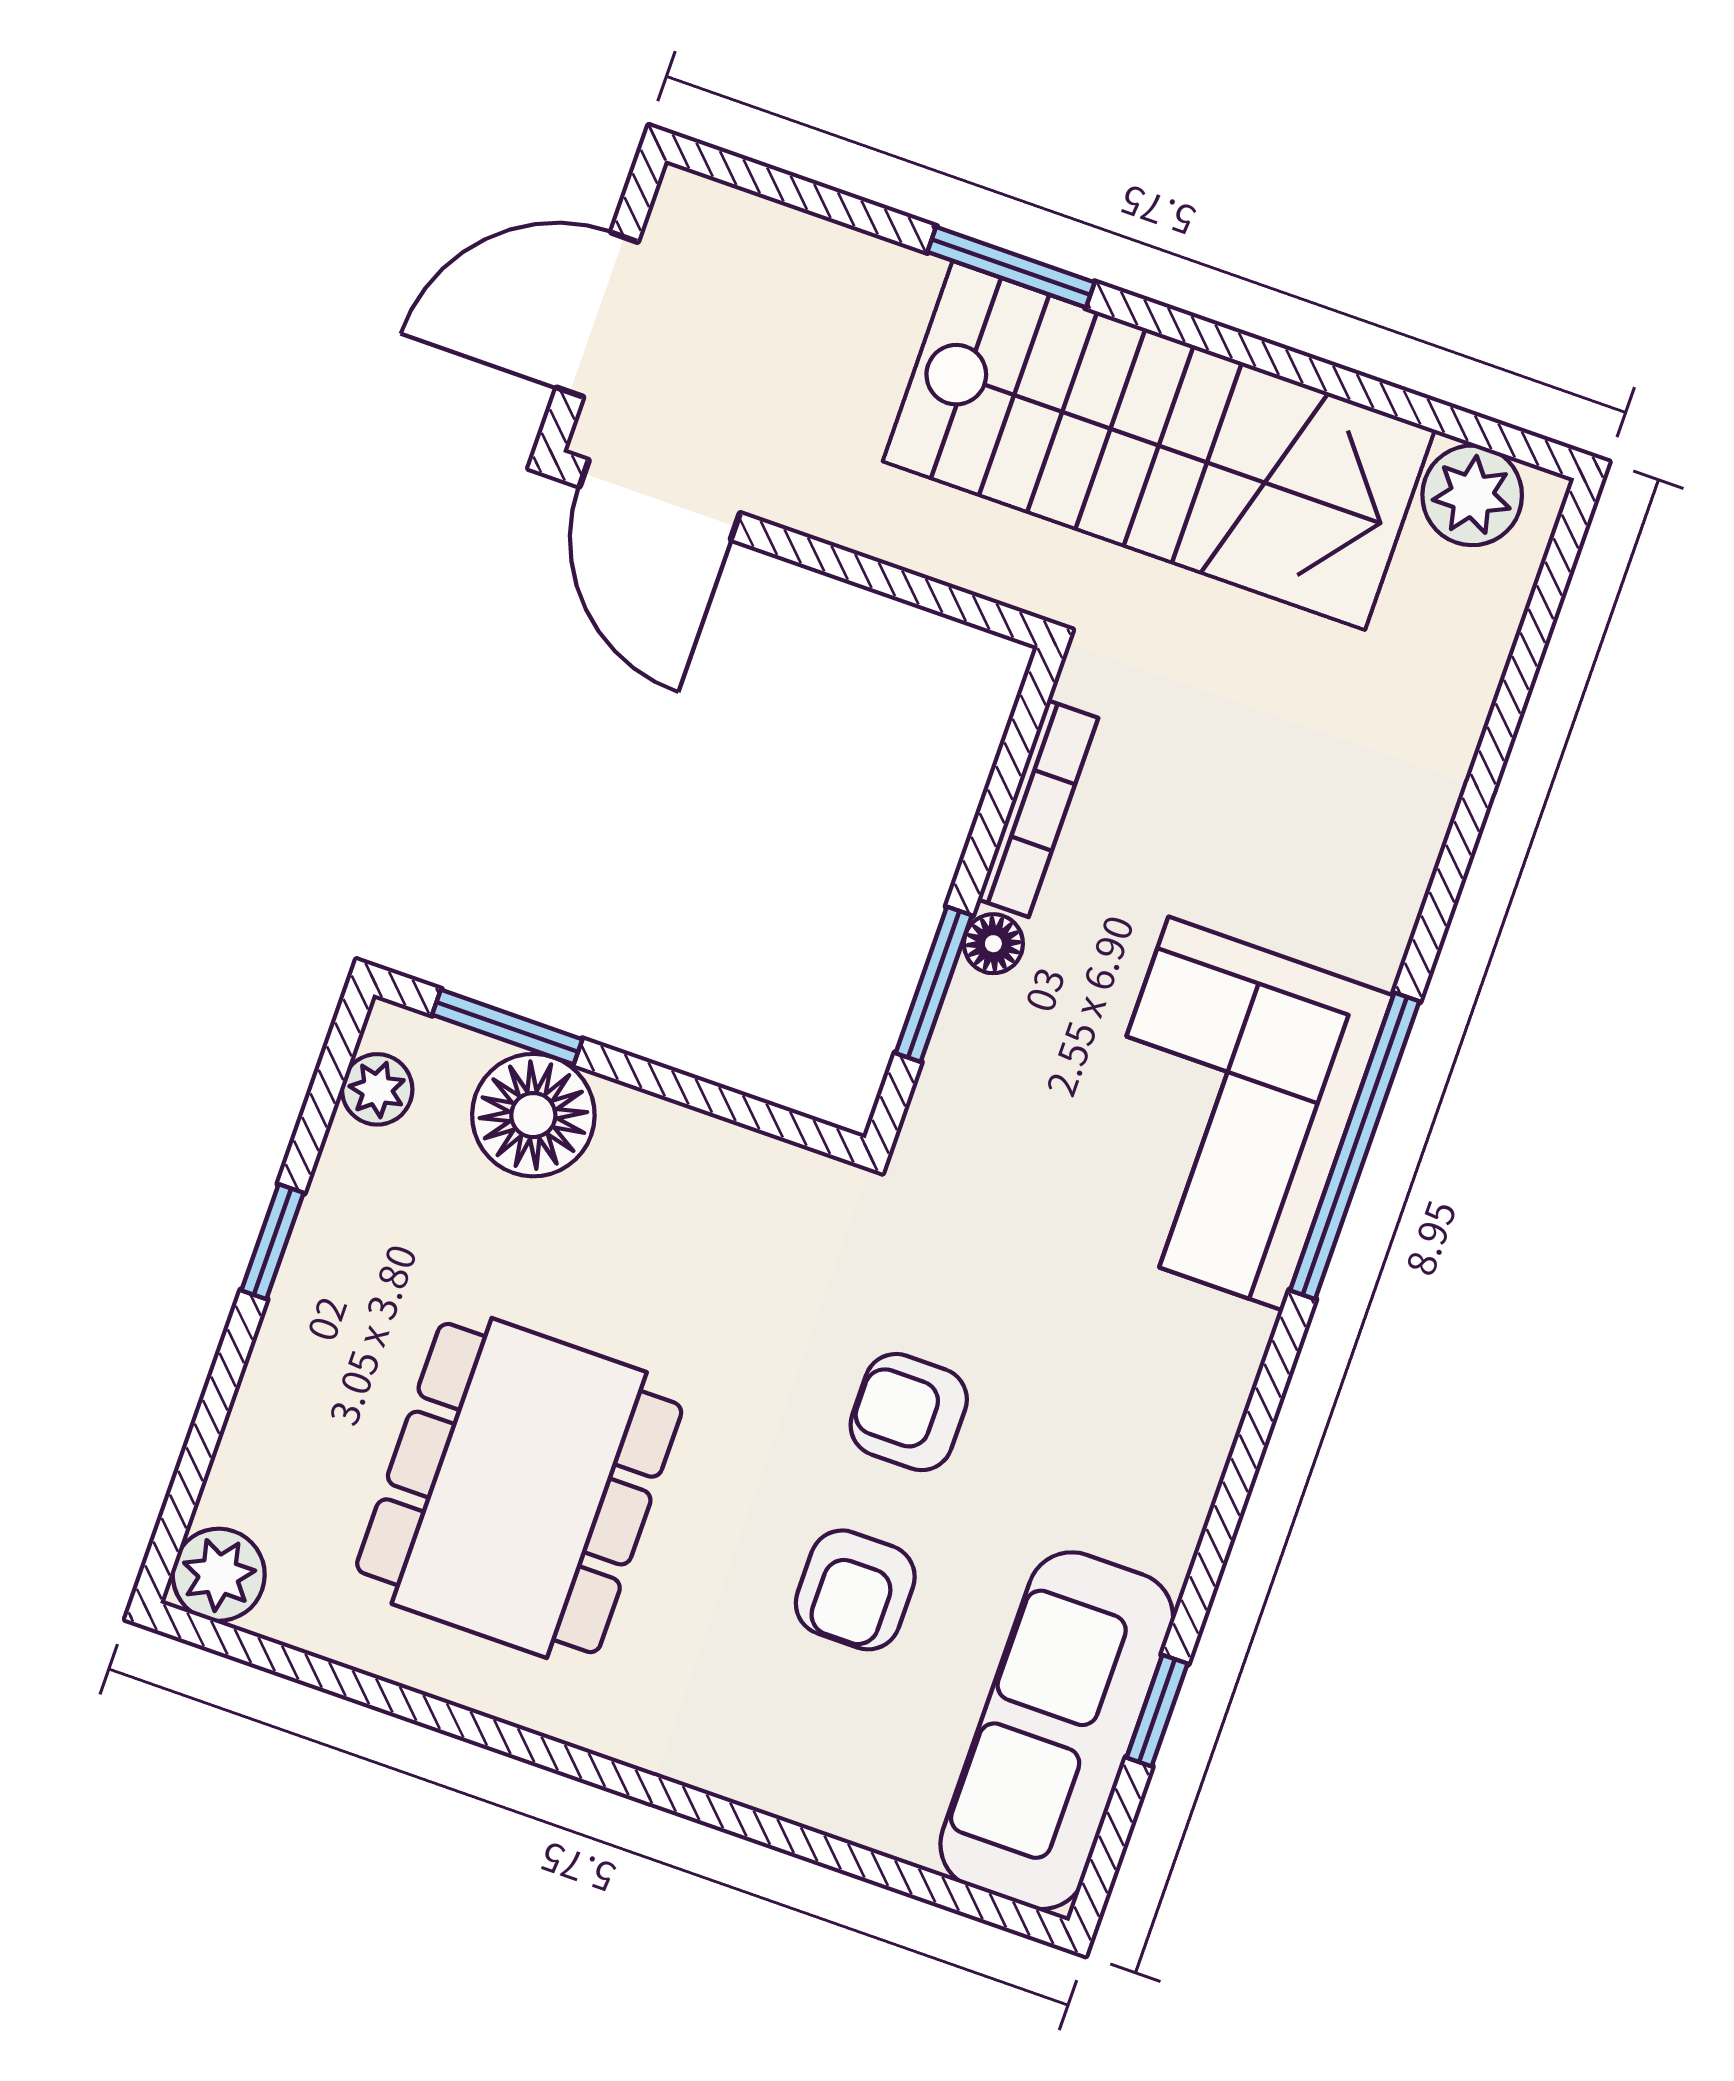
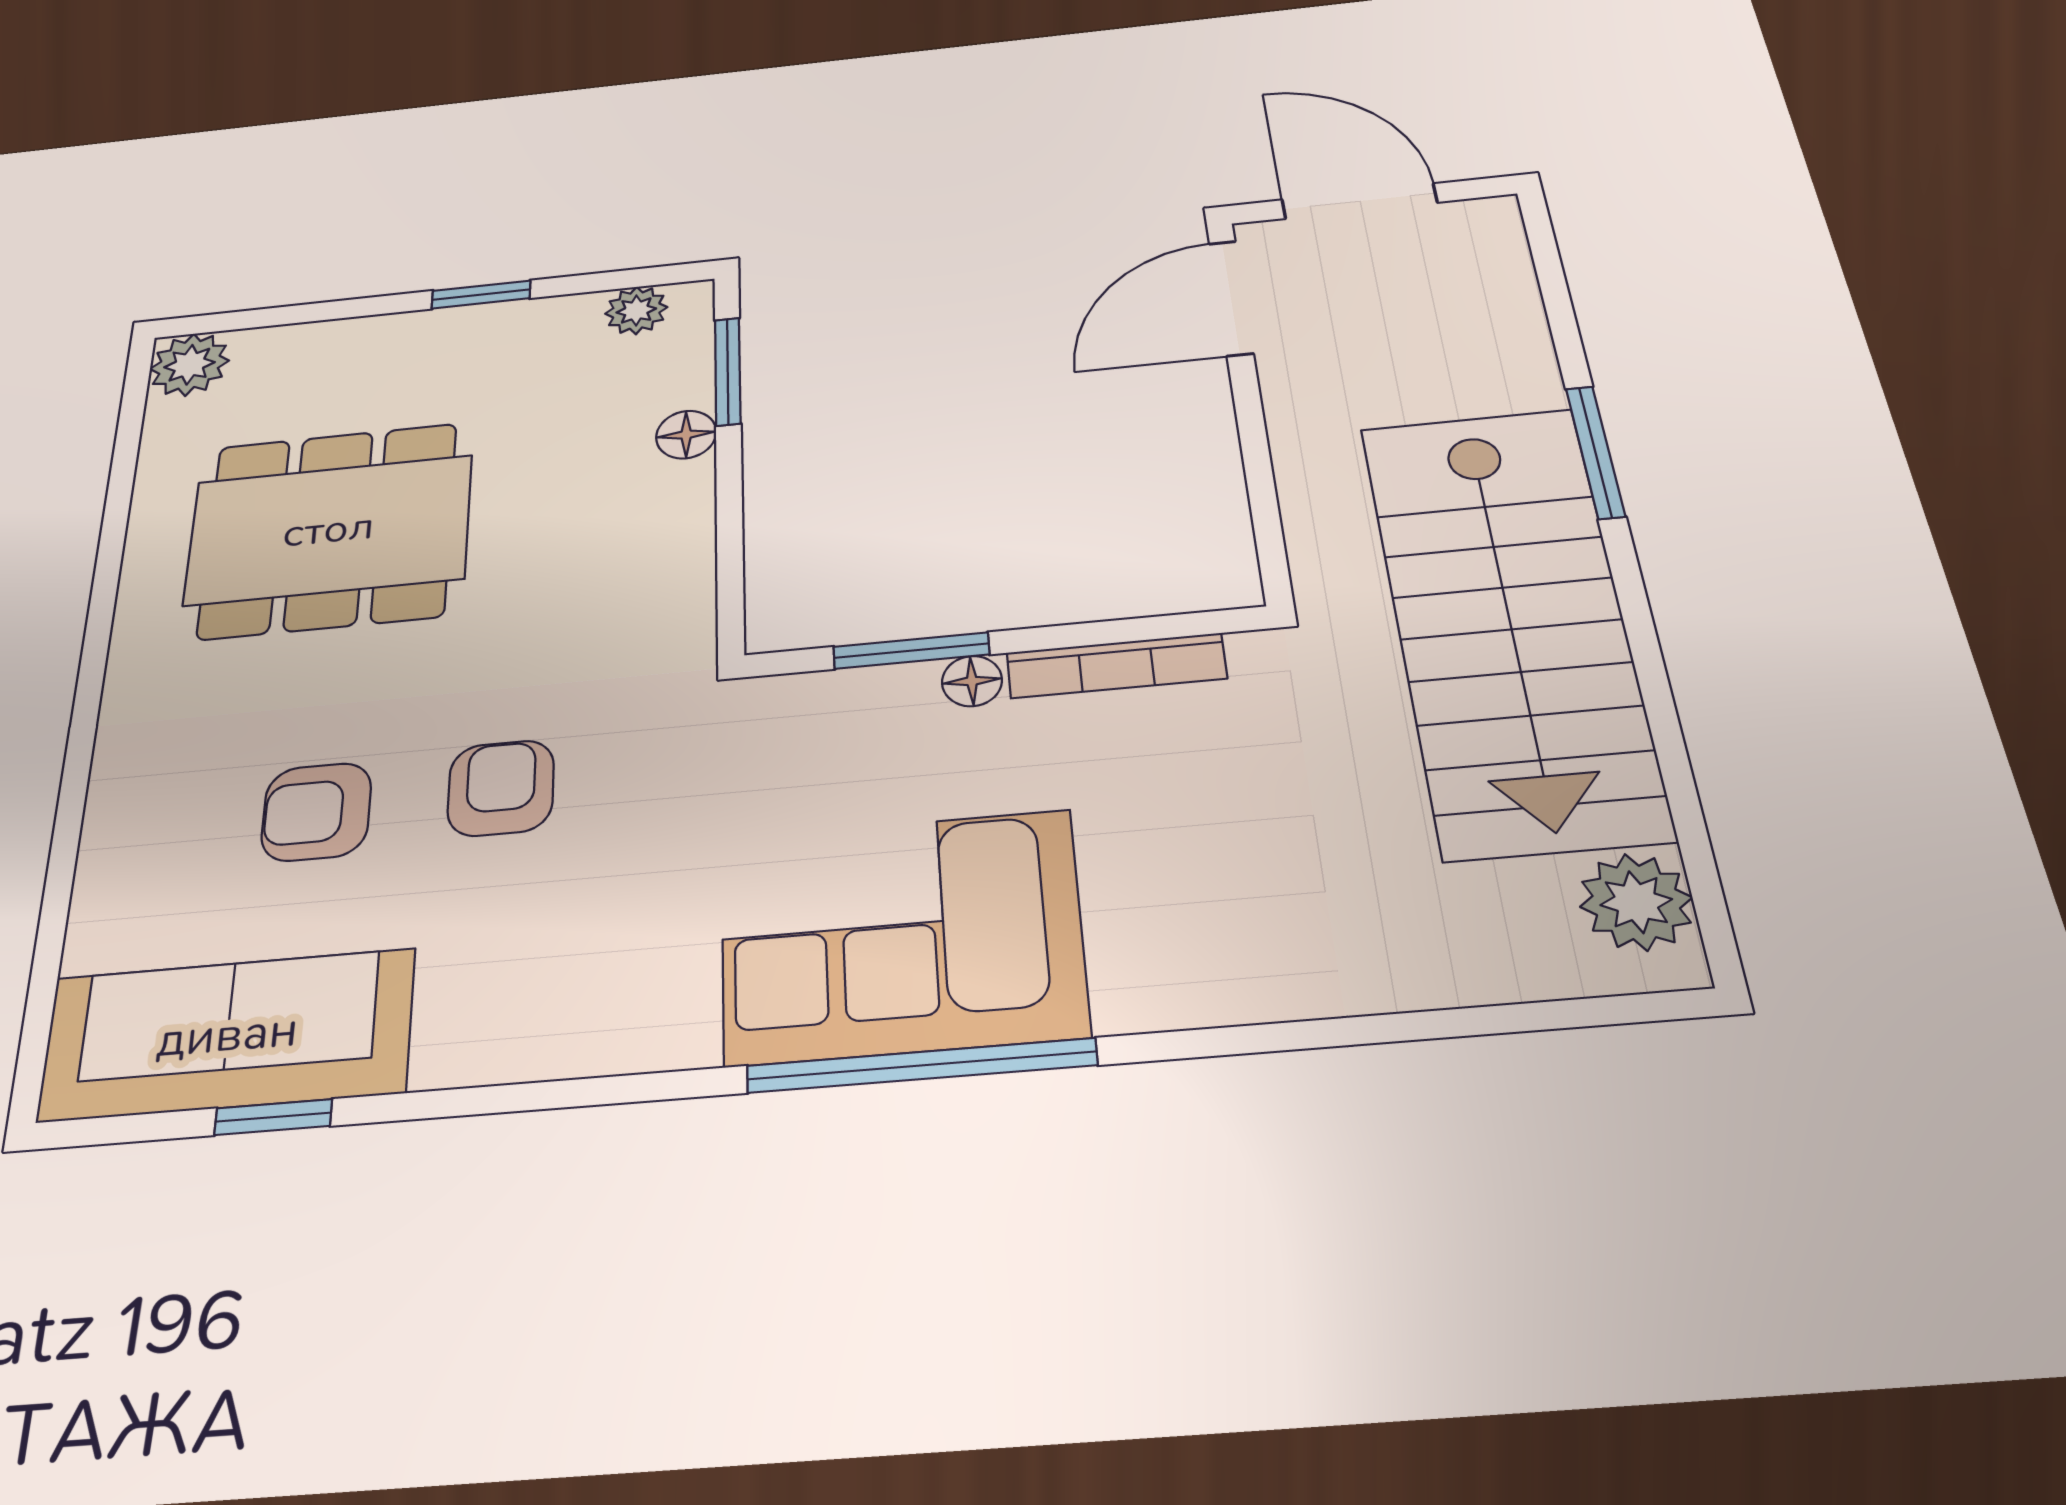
floor lamp: (533, 1115) -> (686, 435), width x0.53, depth x0.53

